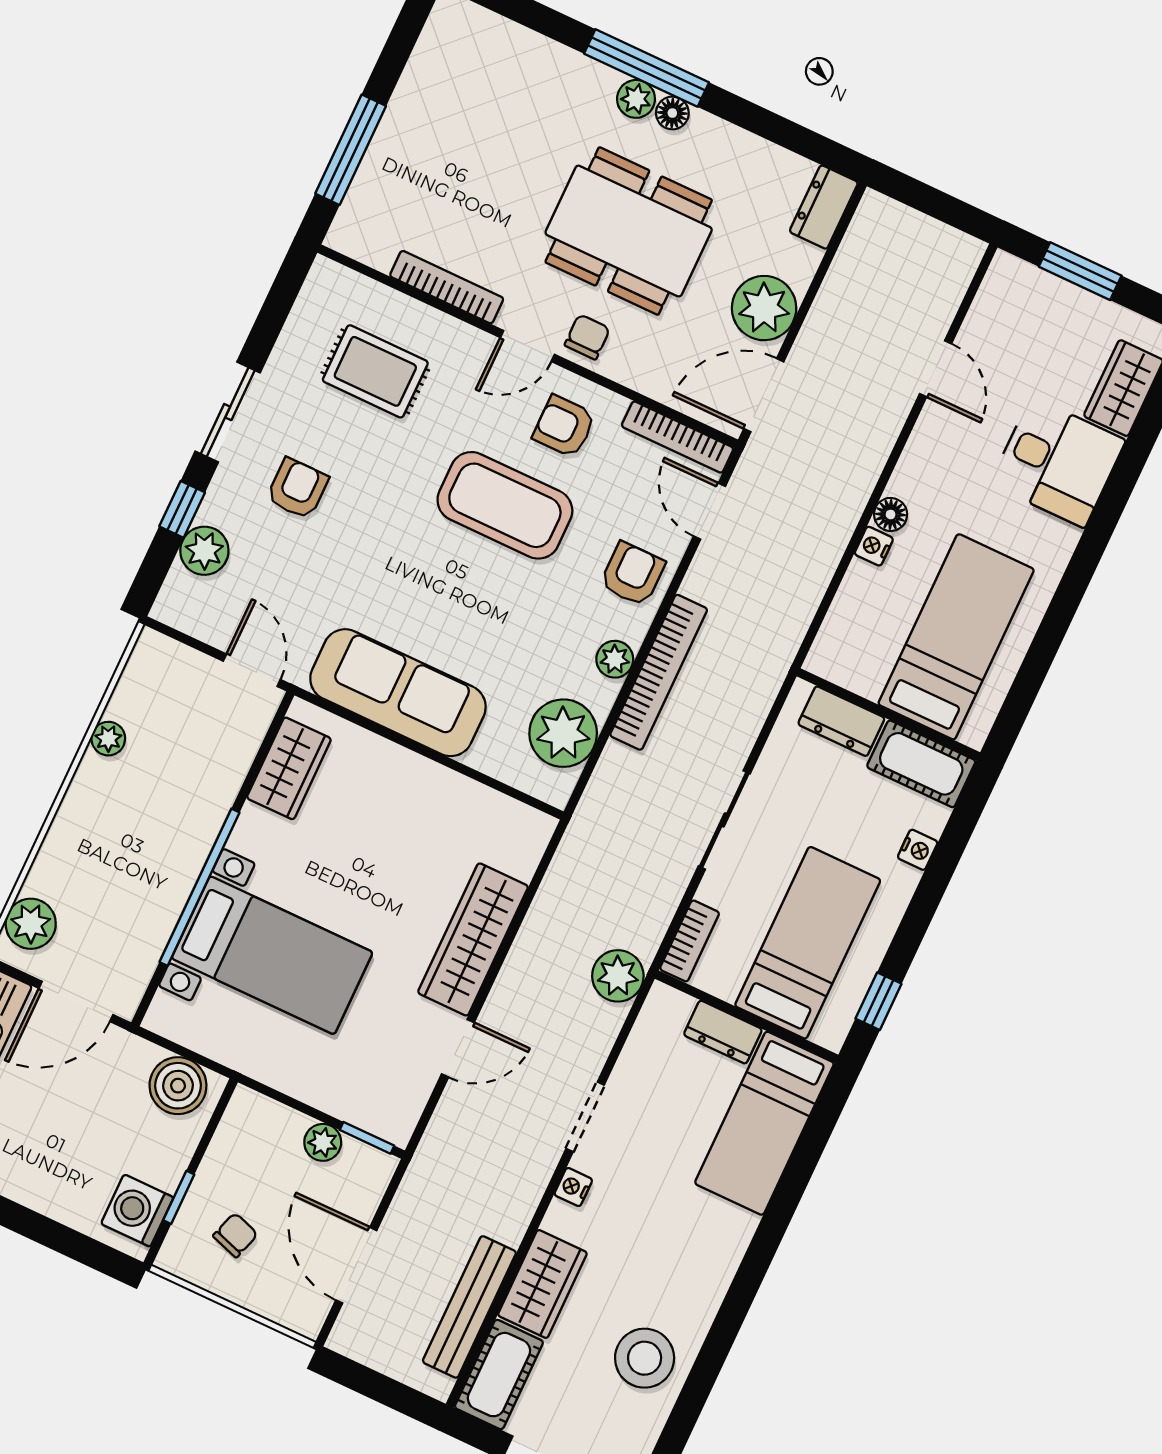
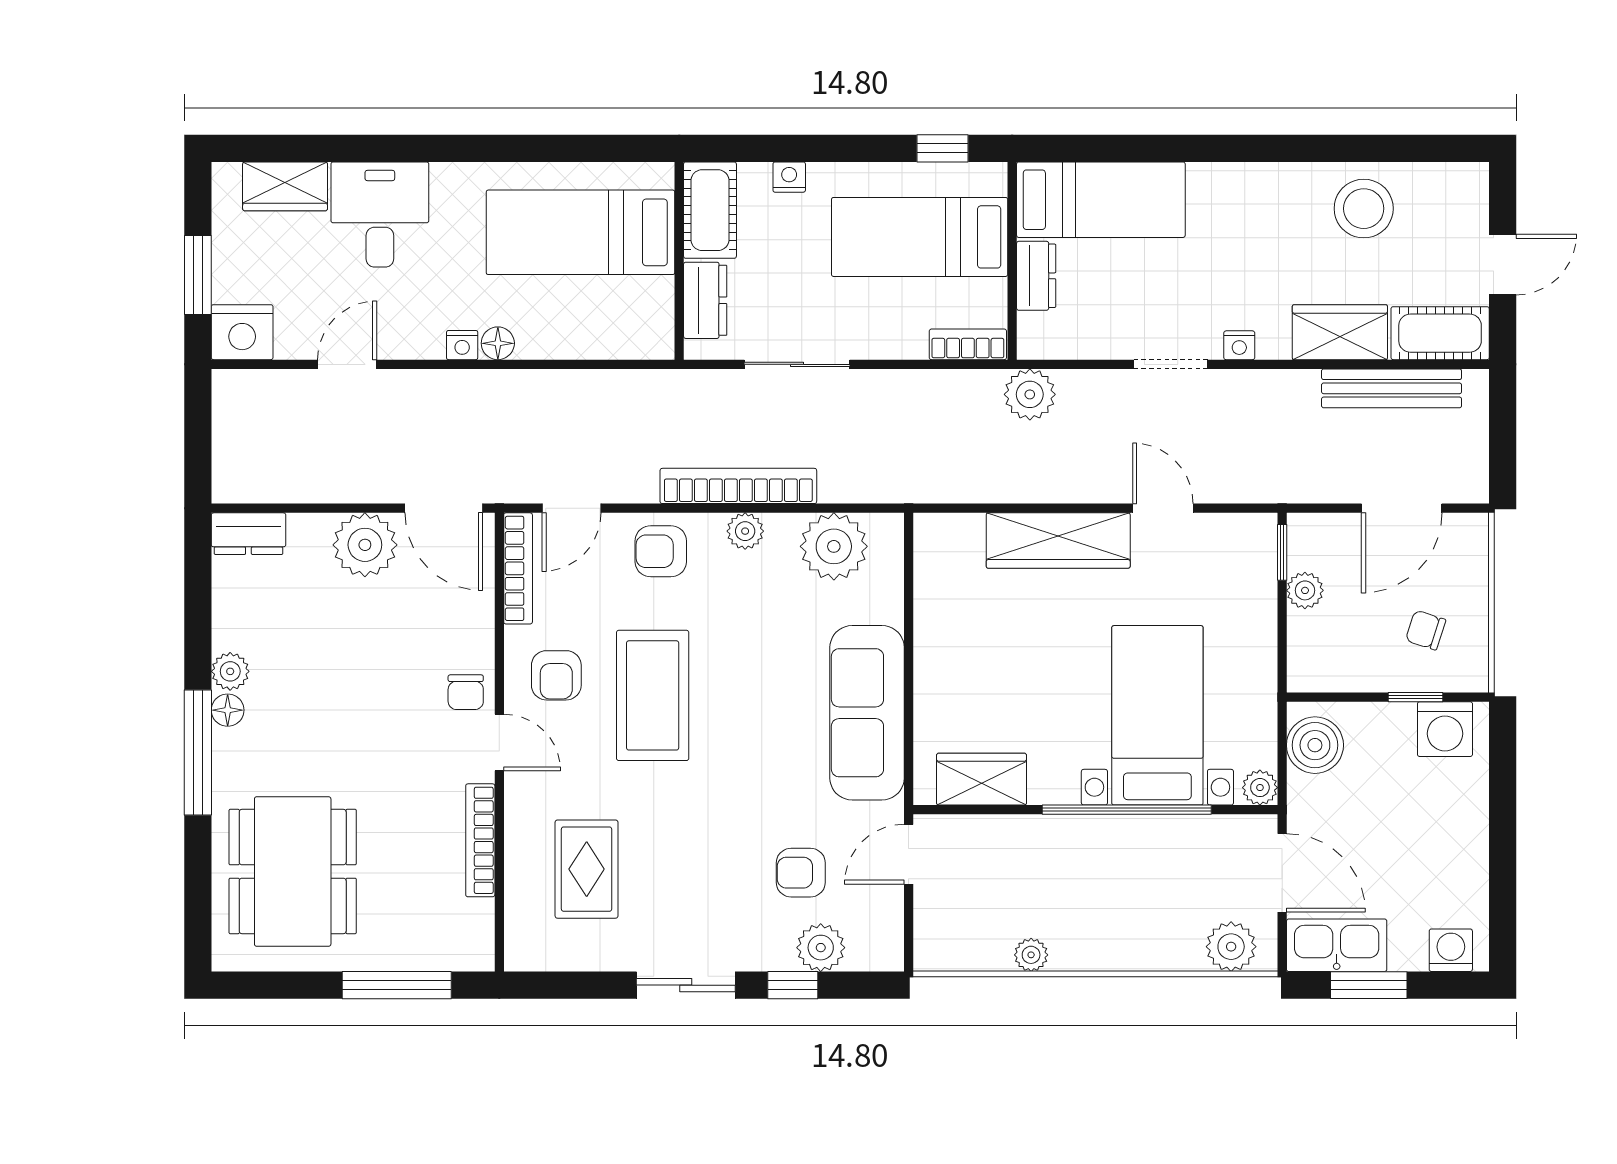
plant: (636, 99) -> (230, 671), moved
dining table: (629, 231) -> (293, 871), moved
nightstand: (1009, 287) -> (242, 332), added
chair: (587, 337) -> (466, 692), turned -90
armchair: (297, 489) -> (801, 873), moved
nightstand: (874, 546) -> (462, 345), moved
sliding door: (724, 820) -> (797, 364), moved
plant: (163, 1018) -> (1260, 788), added

